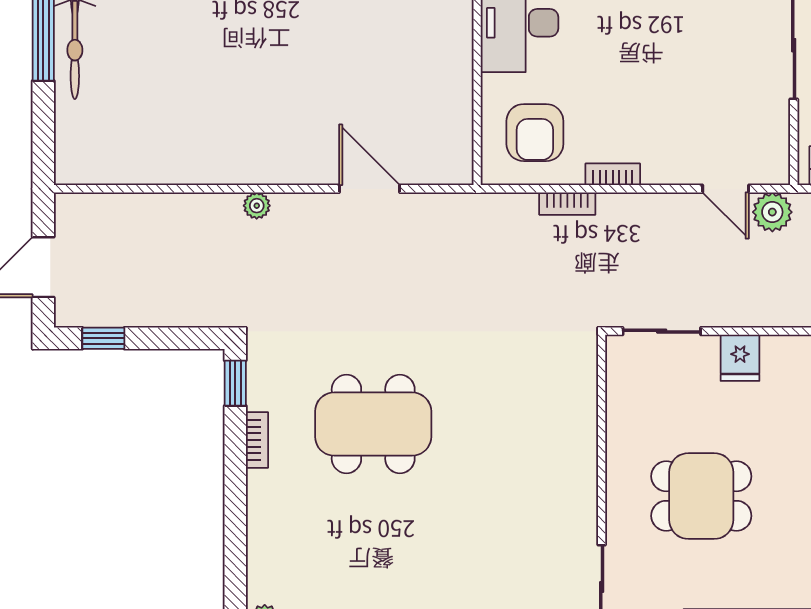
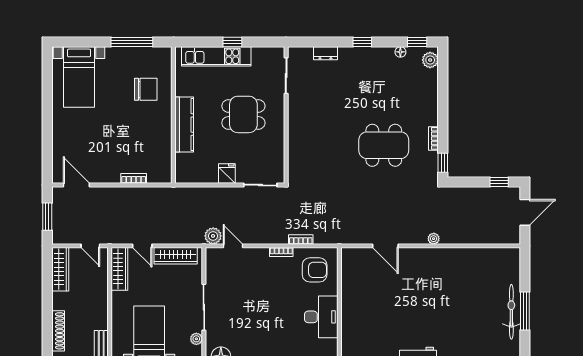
armchair: (535, 133) -> (315, 270), turned 90

